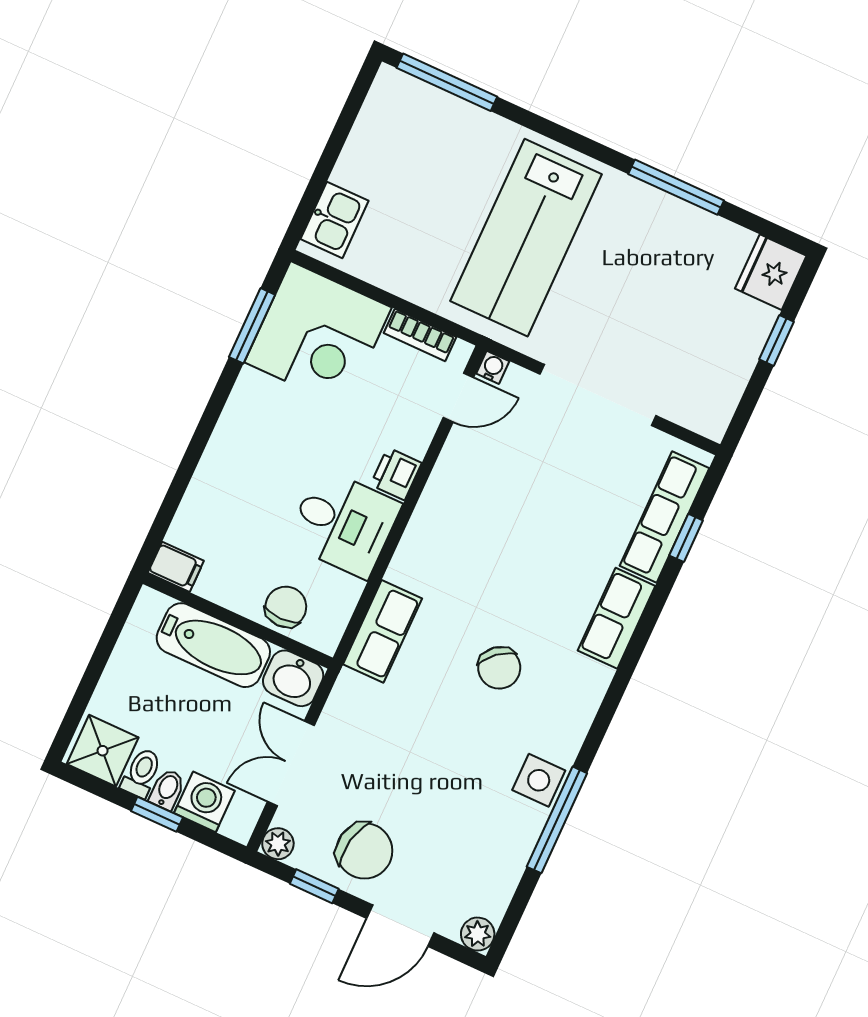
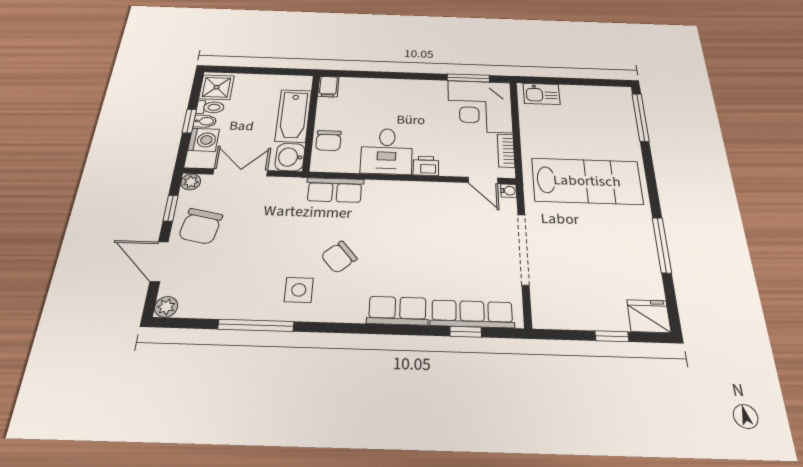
lab bench: (526, 238) -> (587, 181), turned 180
chair: (286, 607) -> (328, 141), turned 90
side table: (539, 780) -> (299, 290), moved

